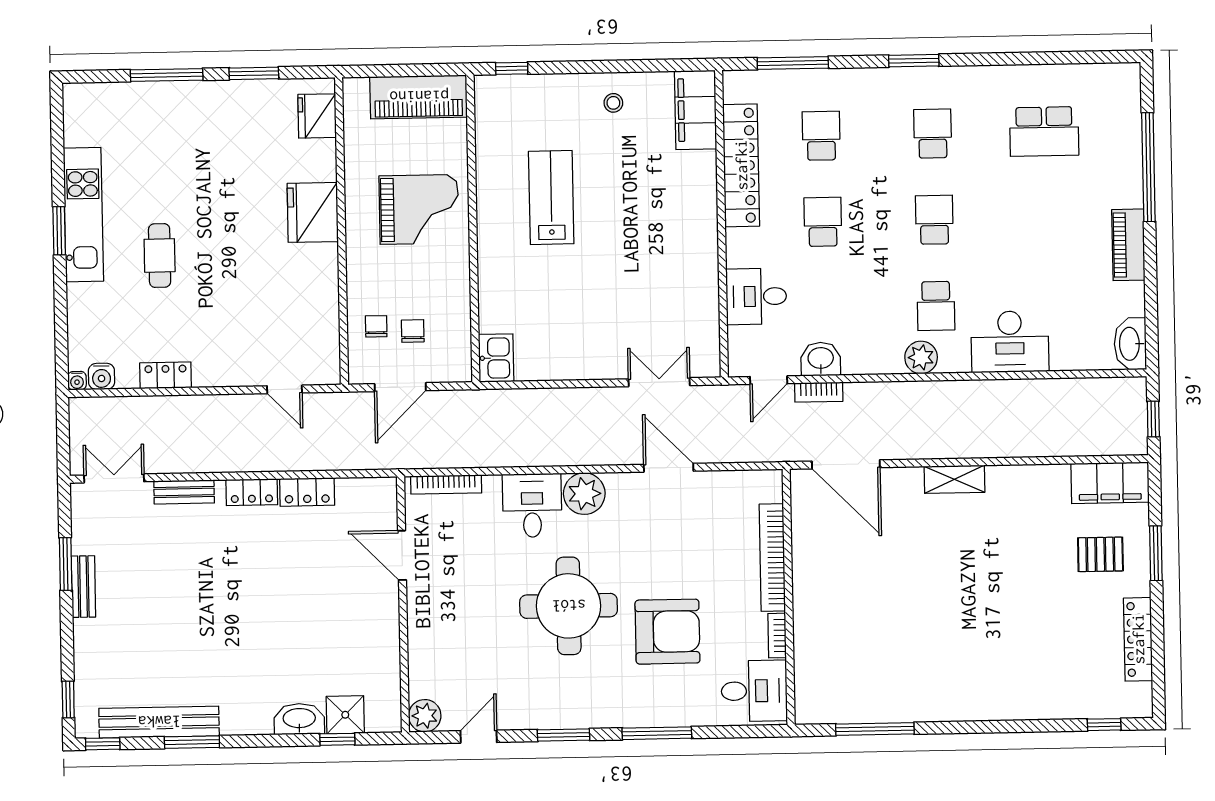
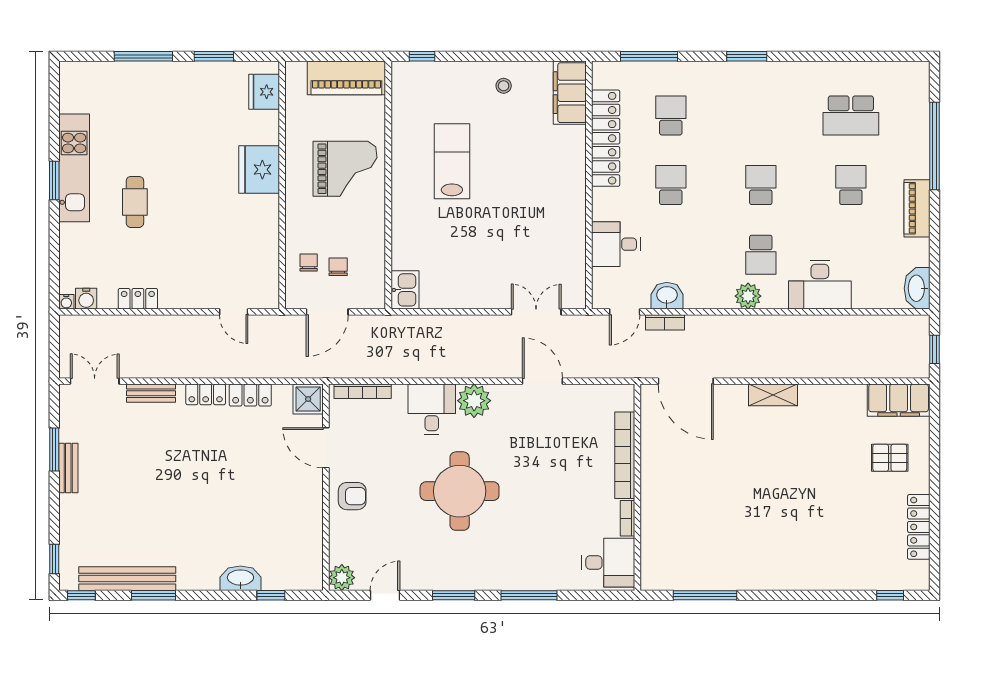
school desk: (933, 134) -> (851, 185), moved
window: (1156, 553) -> (935, 458), removed
armchair: (667, 632) -> (352, 496), moved, width x0.53, depth x0.53
shower: (345, 715) -> (308, 399), moved

